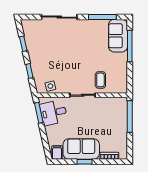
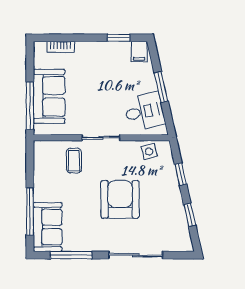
armchair: (70, 54) -> (120, 199), added
window: (39, 113) -> (161, 87), moved
sofa: (81, 149) -> (49, 96), moved, turned -90
window: (84, 162) -> (119, 38), moved

